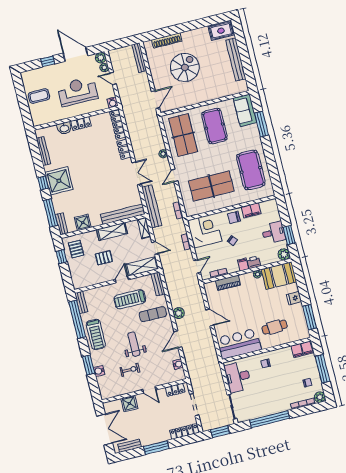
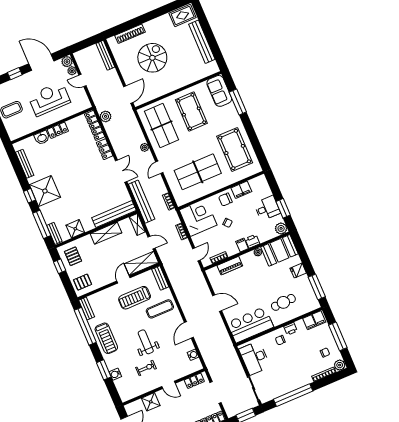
water cooler: (113, 103) -> (86, 104), removed
pallet: (104, 258) -> (83, 282), moved
plant: (179, 313) -> (106, 116), moved
printer: (277, 354) -> (291, 329), added

